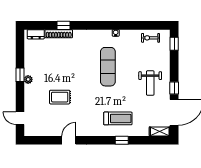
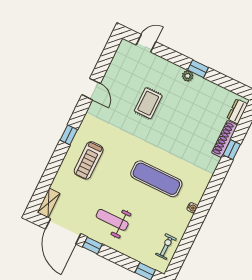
window: (122, 140) -> (69, 135), moved

